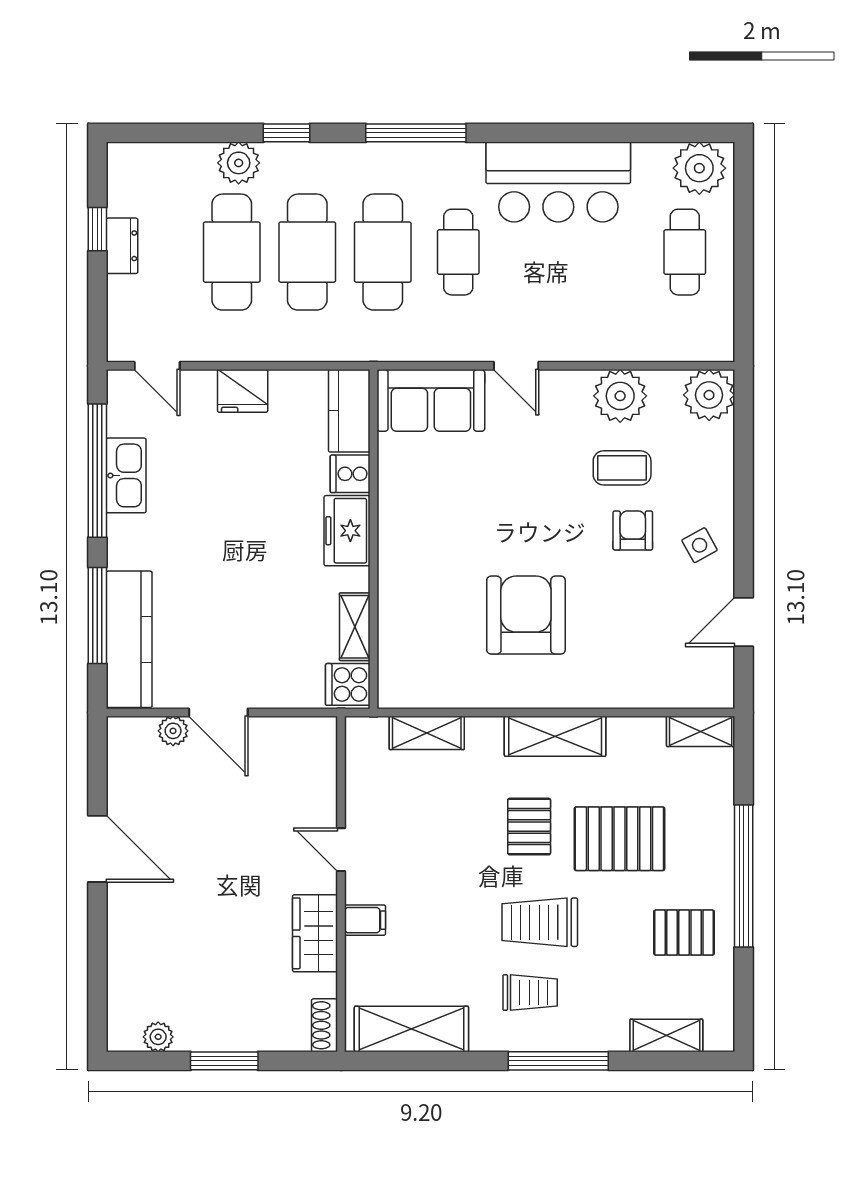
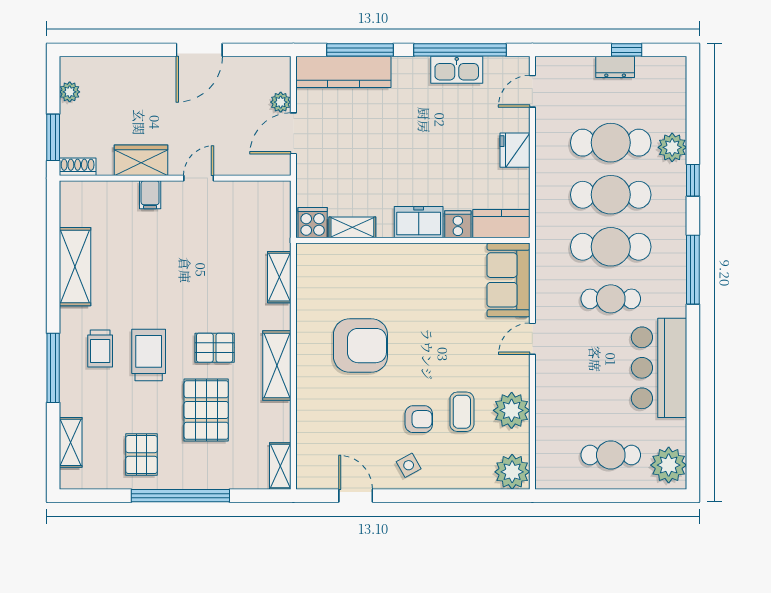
door: (341, 850) -> (199, 178), moved
wall: (341, 884) -> (175, 178), moved
filing cabinet: (365, 920) -> (150, 195), moved
wardrobe: (315, 933) -> (141, 160), moved
shoe rack: (325, 1025) -> (78, 167), moved

